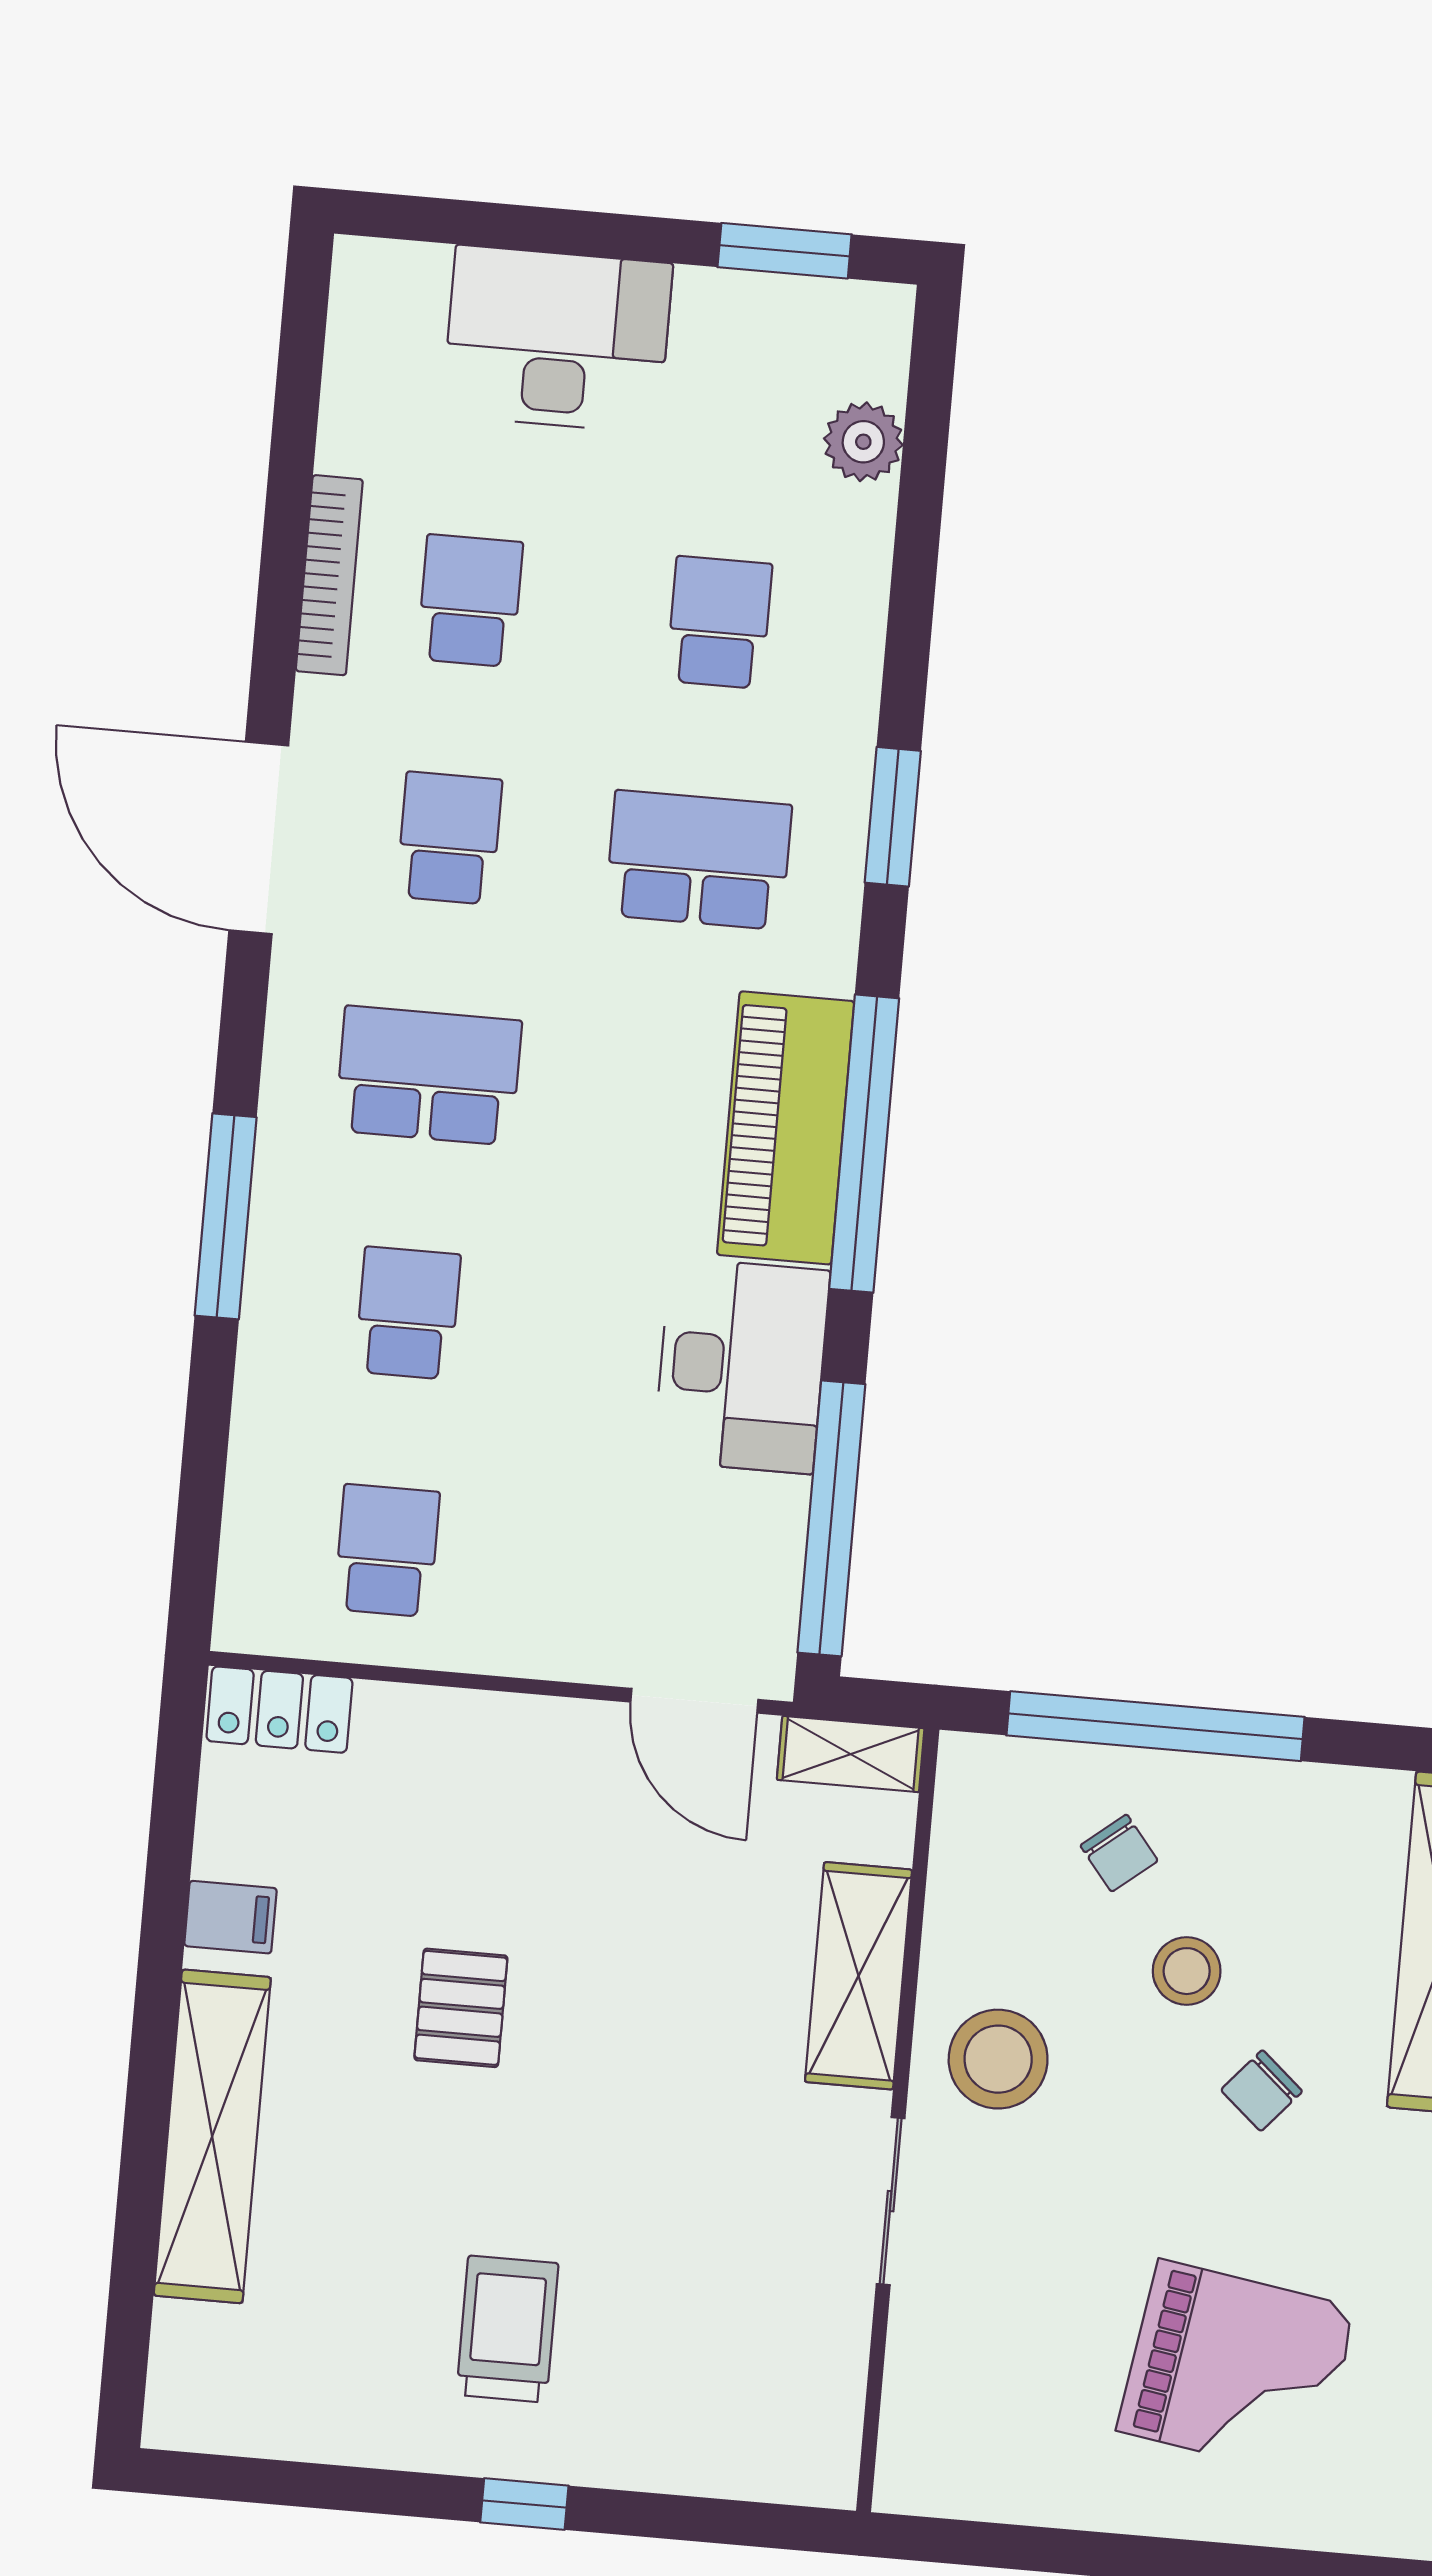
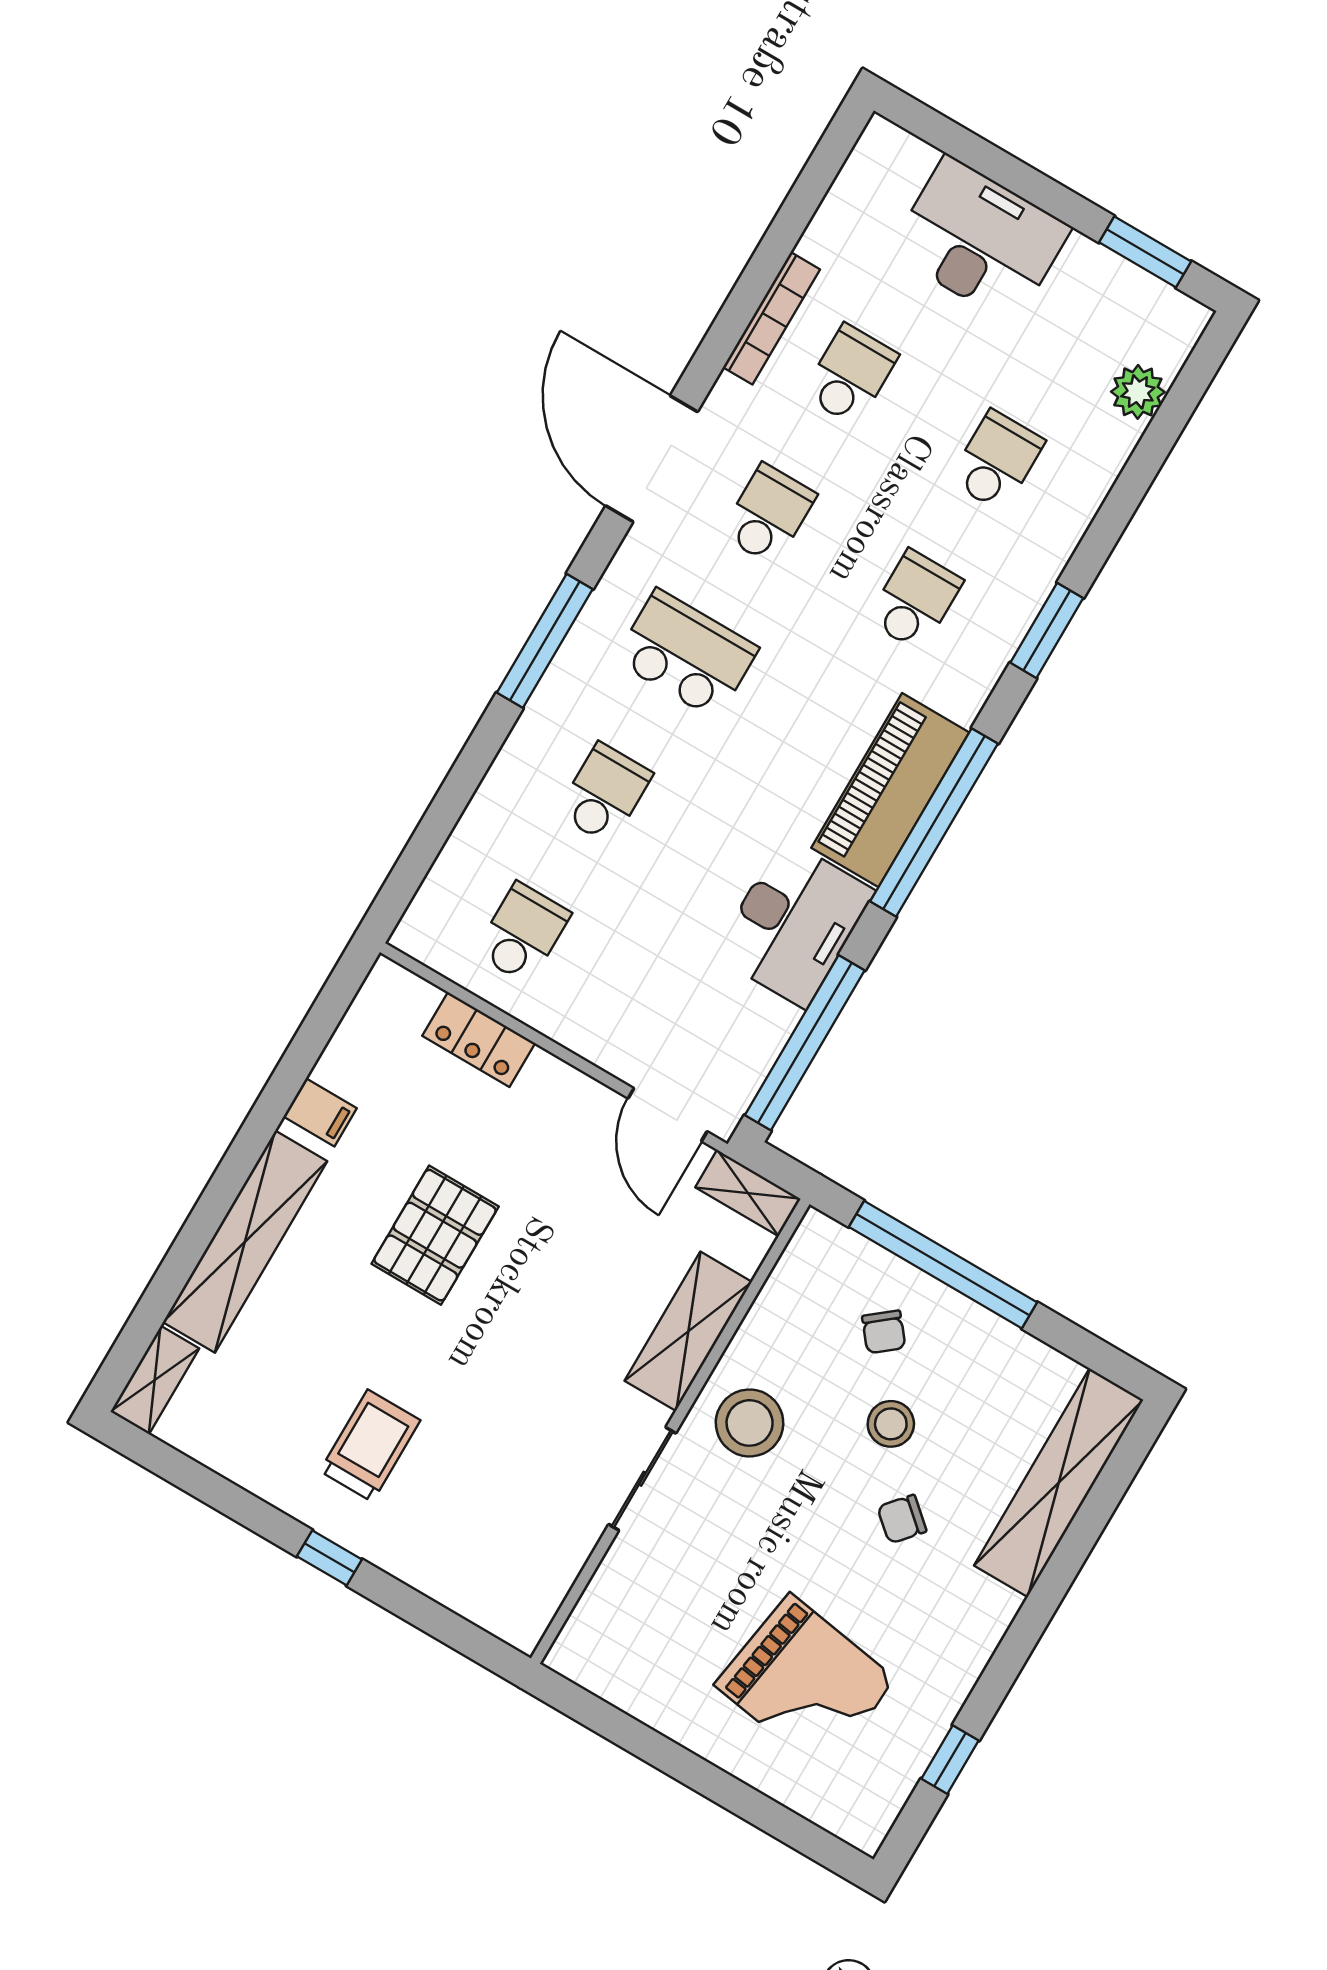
school desk: (698, 860) -> (915, 600), width x0.54
window: (226, 1216) -> (545, 641), moved
locker: (279, 1710) -> (479, 1039), moved
pallet: (461, 2008) -> (435, 1235), width x1.50, depth x1.42
shelving: (180, 2378) -> (155, 1380), added

